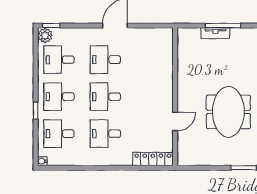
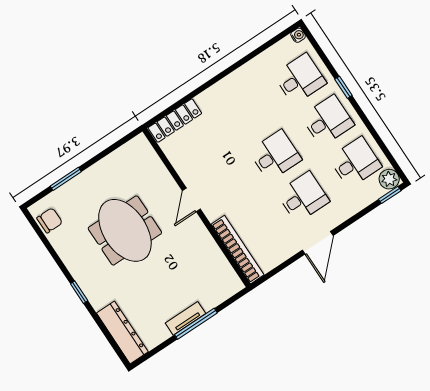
tv unit: (215, 33) -> (186, 318), moved
bookcase: (167, 54) -> (237, 250), added
door: (175, 121) -> (191, 200), moved
desk: (105, 134) -> (247, 114), removed

